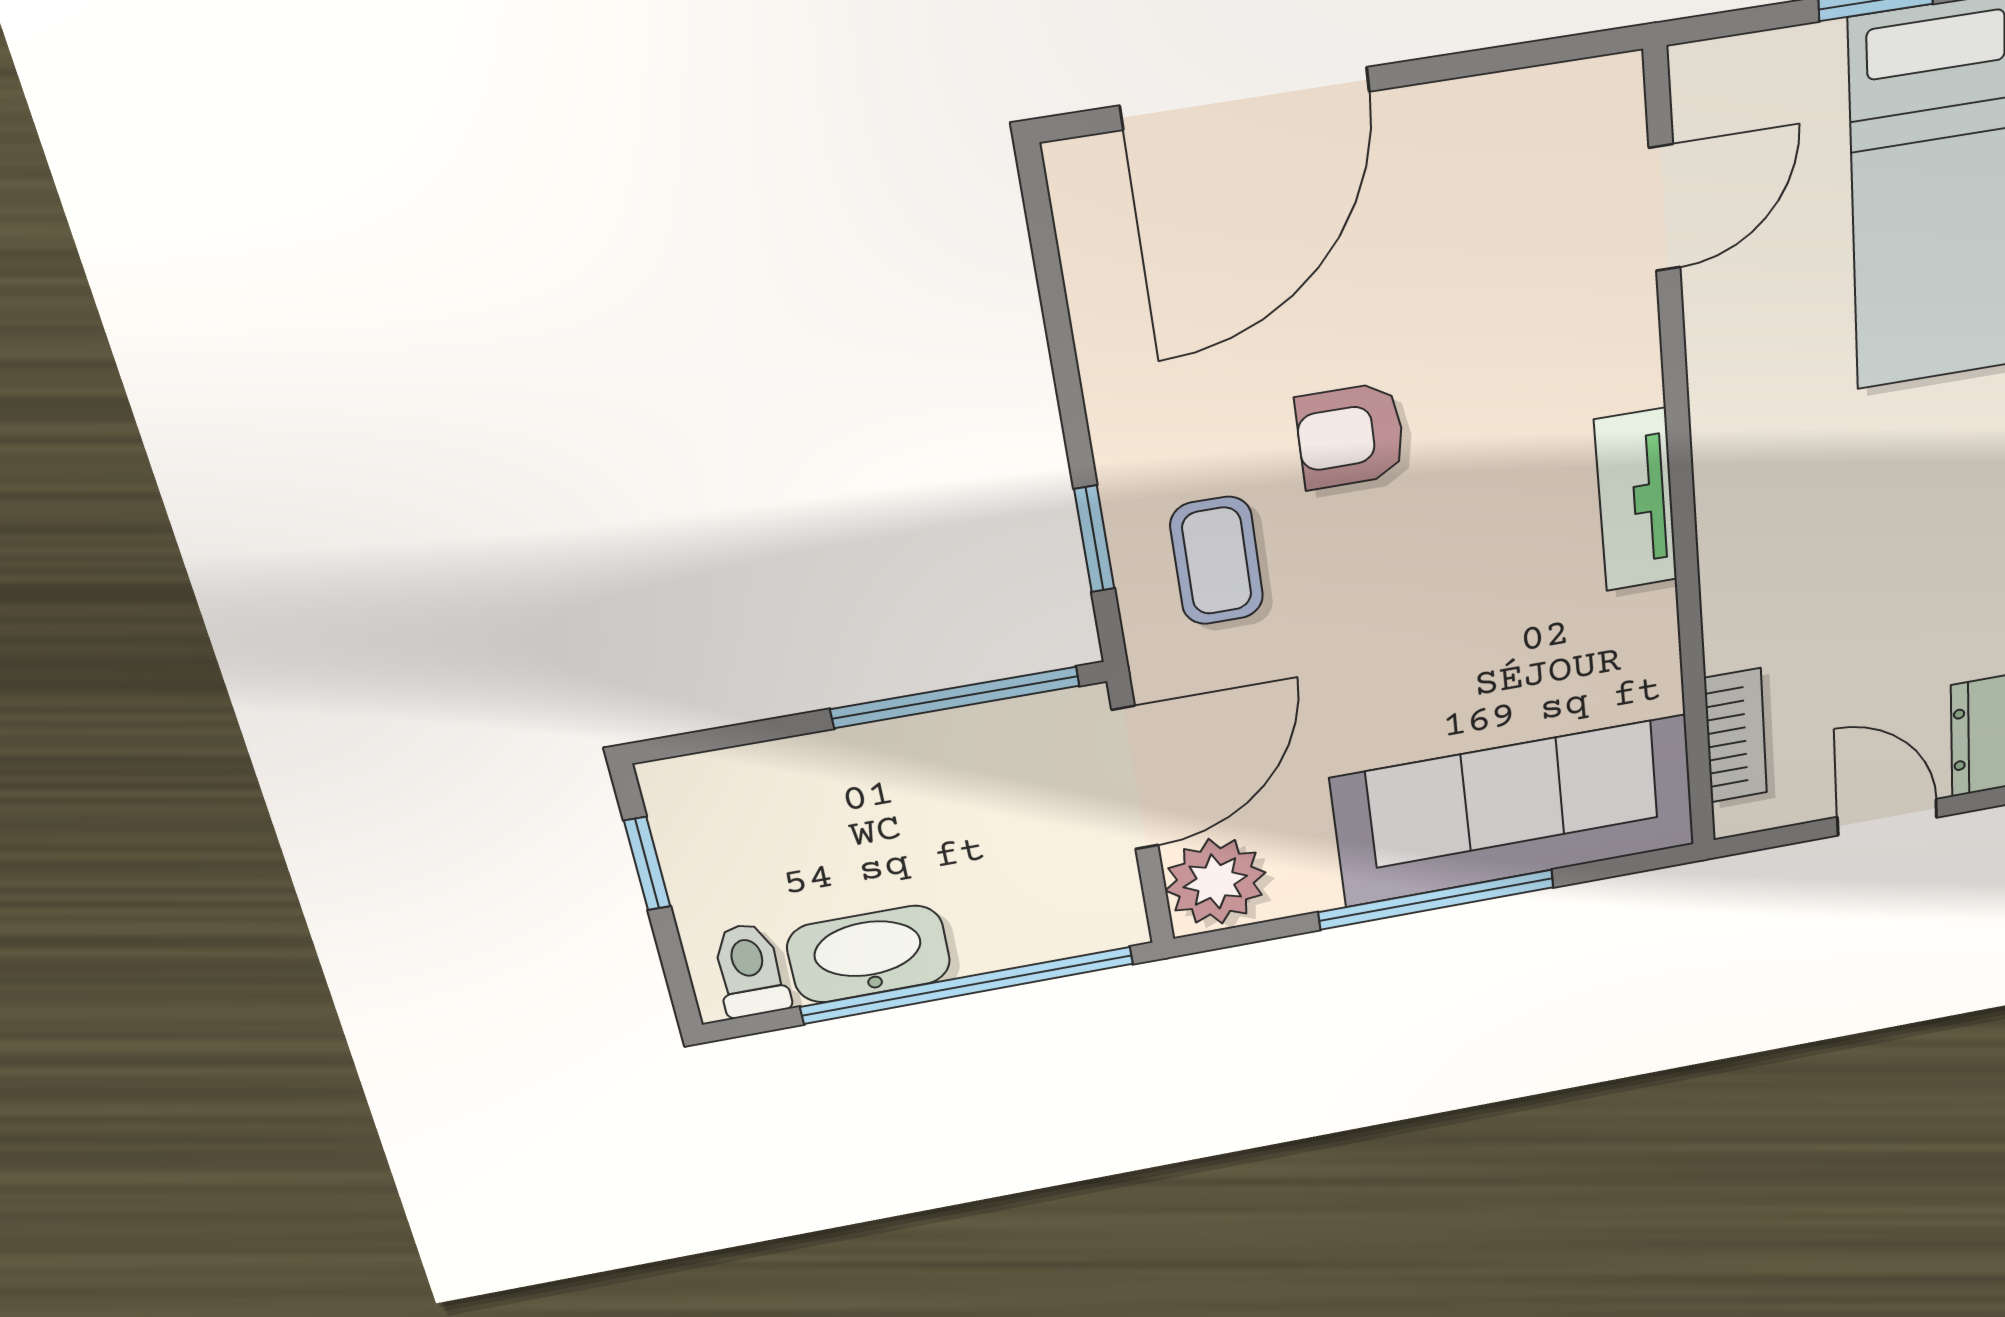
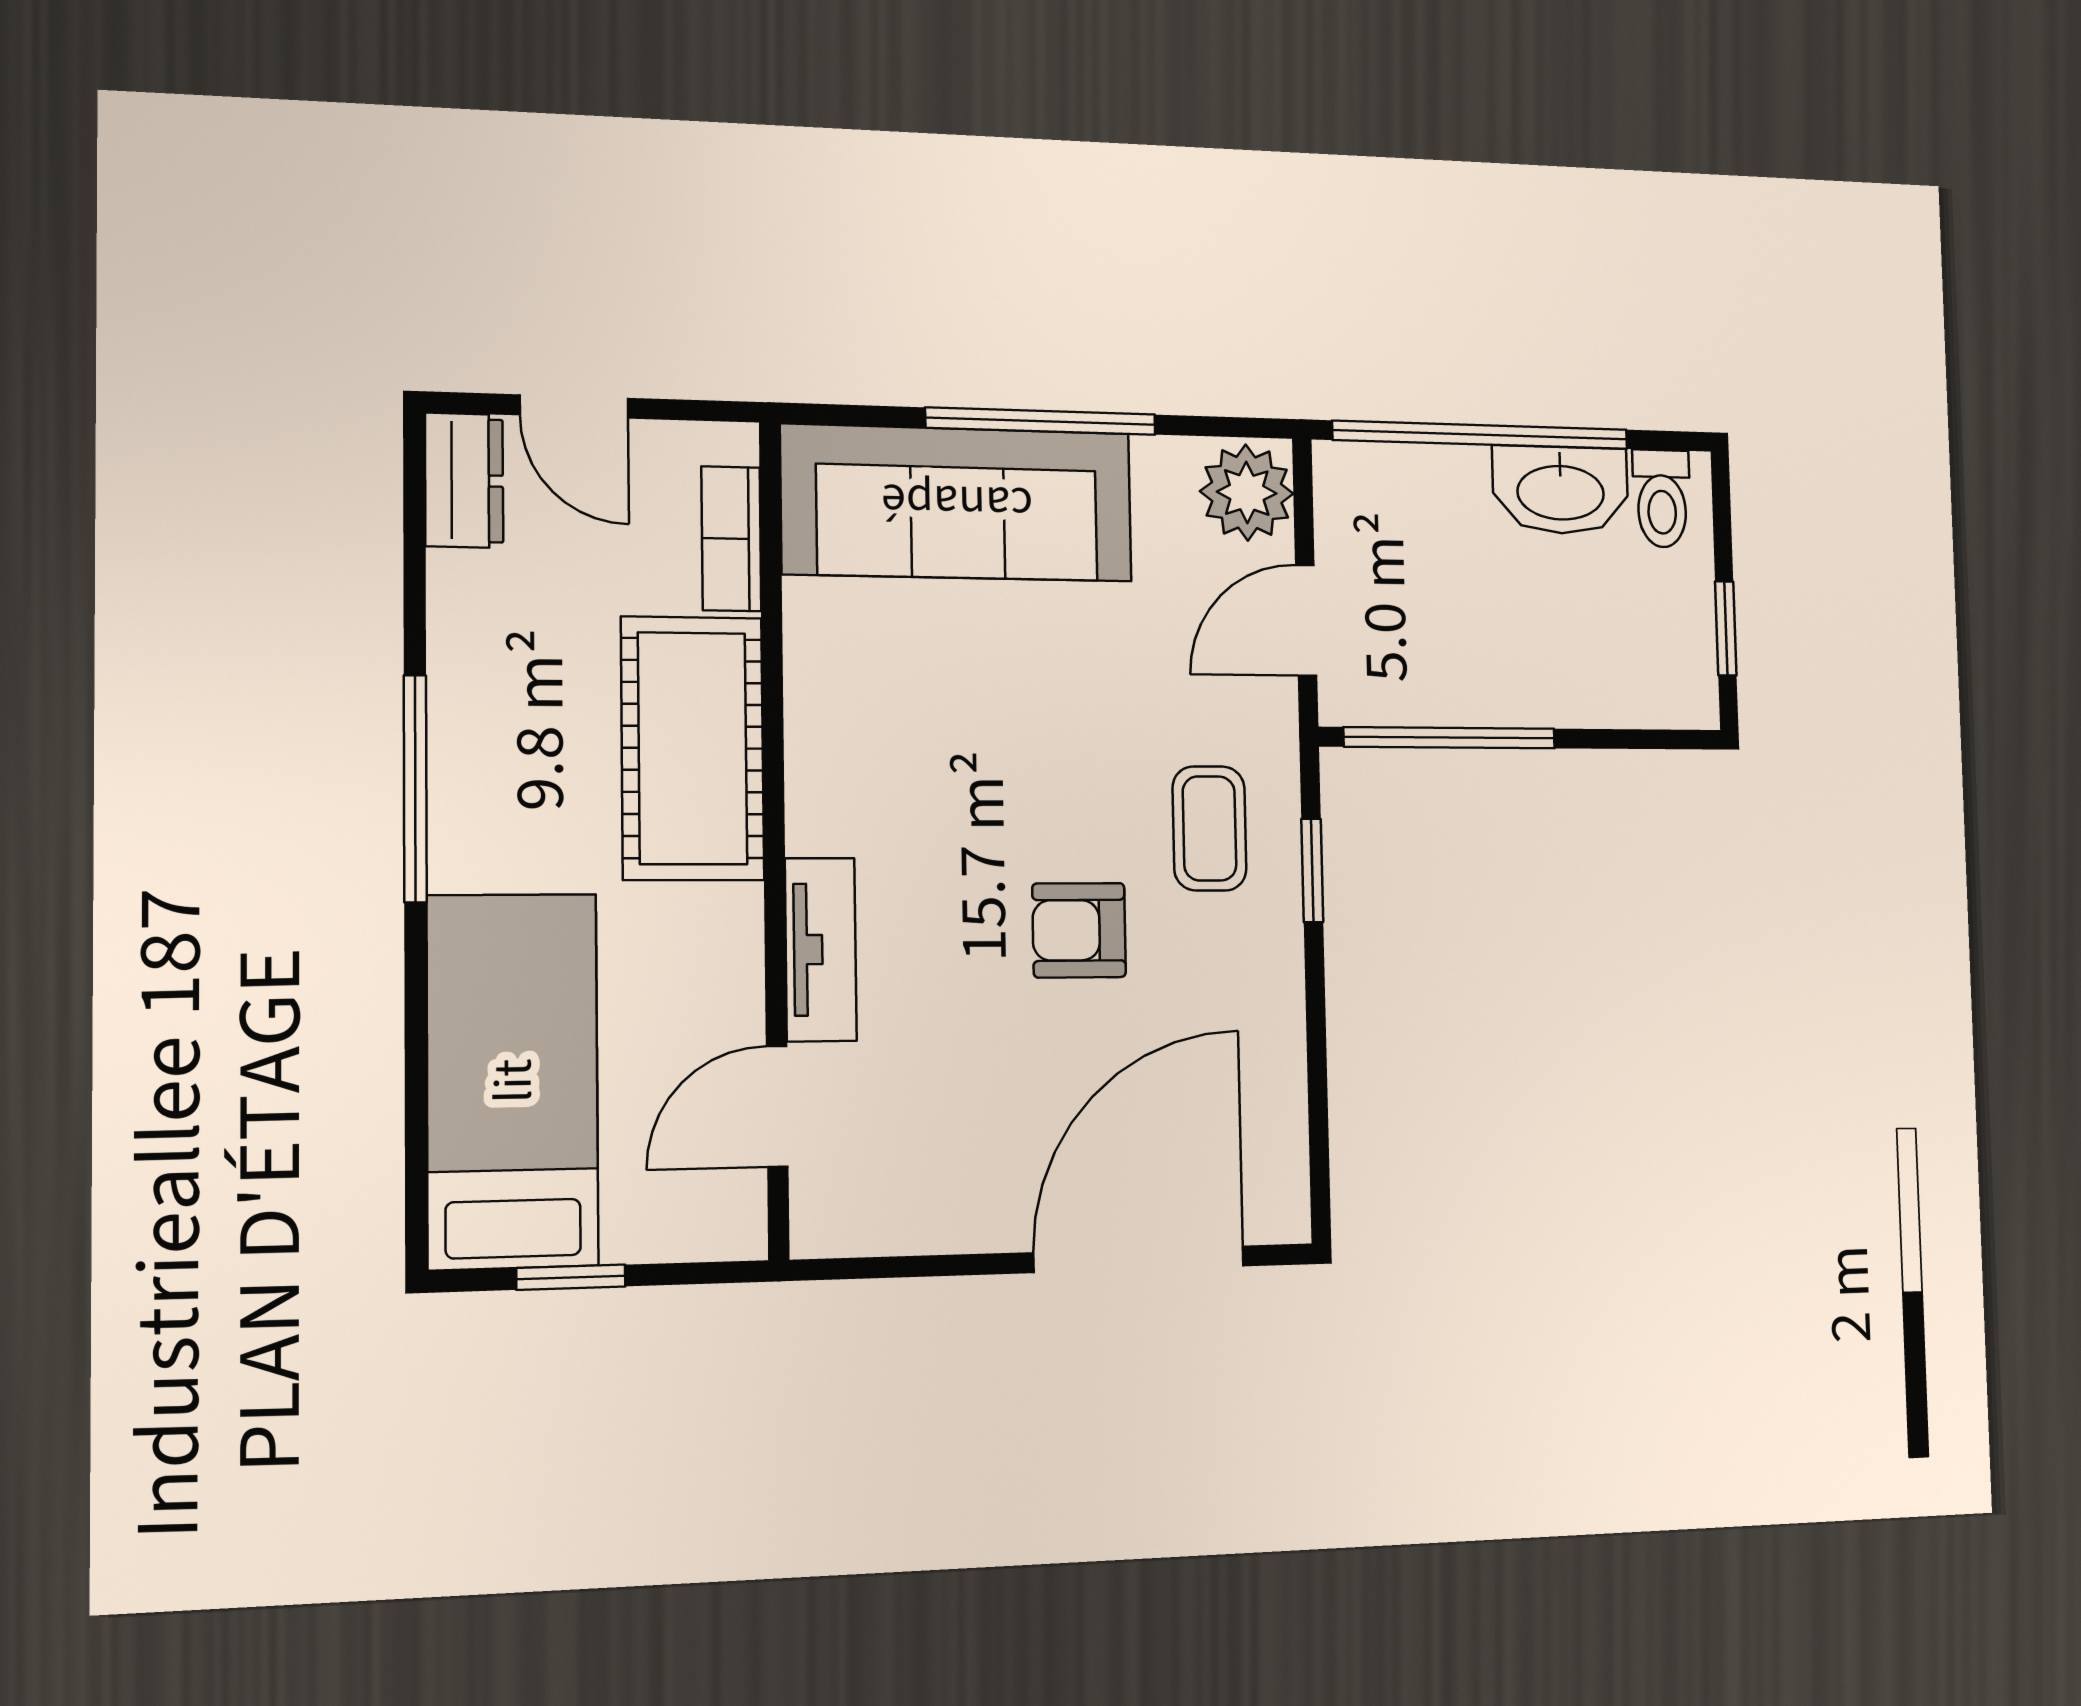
armchair: (1351, 436) -> (1079, 930), turned 180
tv unit: (1636, 500) -> (821, 950), moved
cot: (1766, 542) -> (693, 748), added
door: (1135, 778) -> (1306, 620), width x0.73

